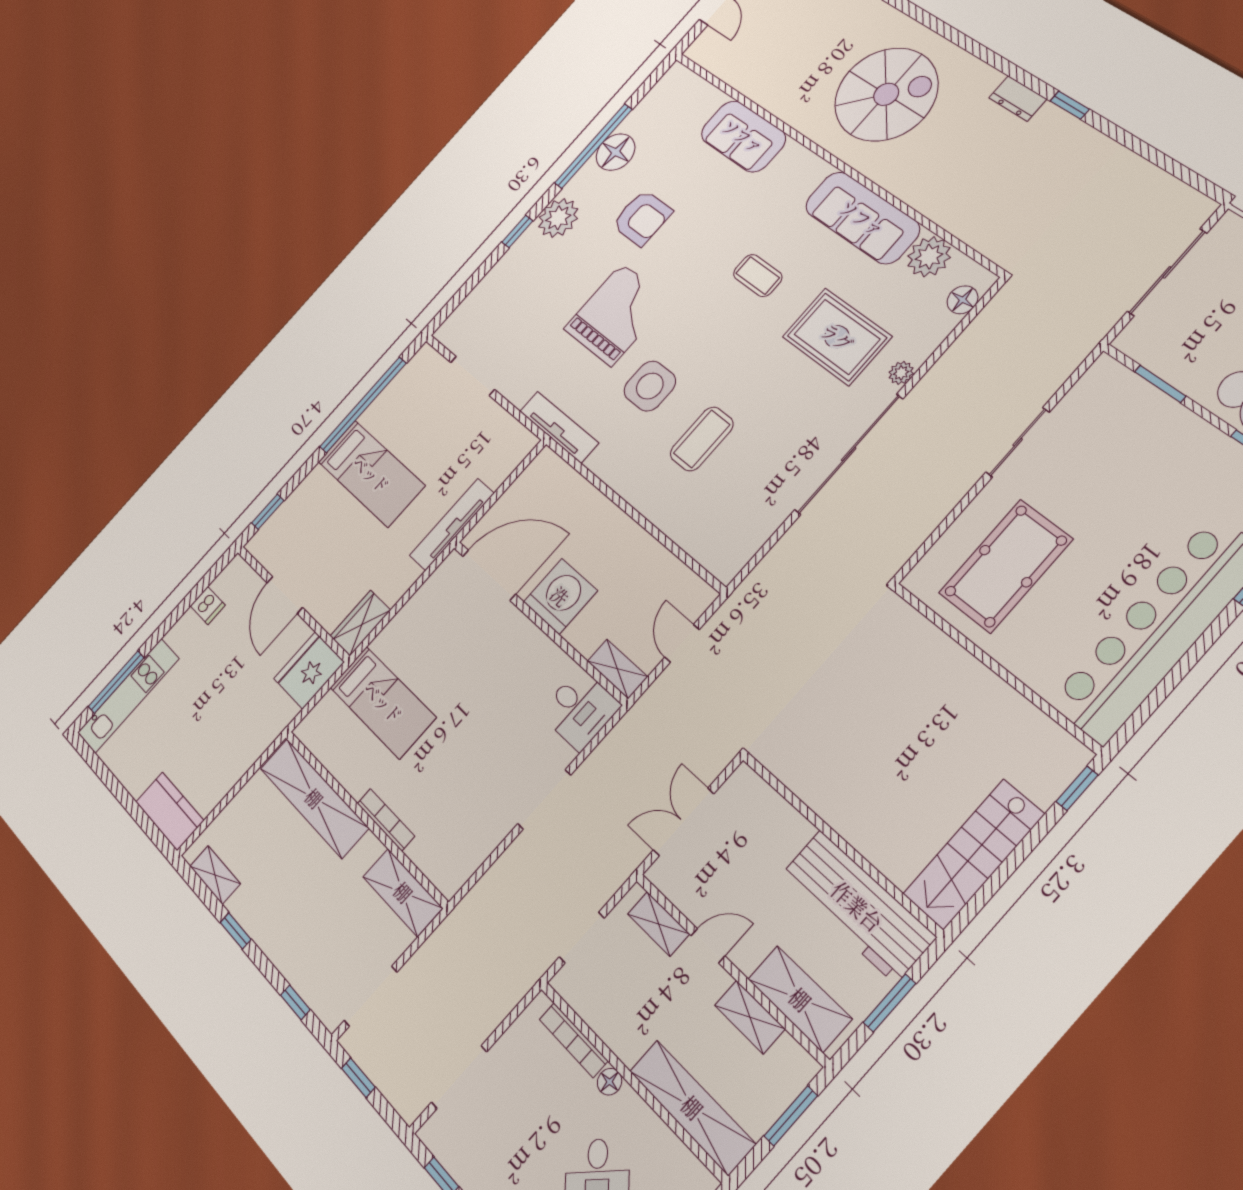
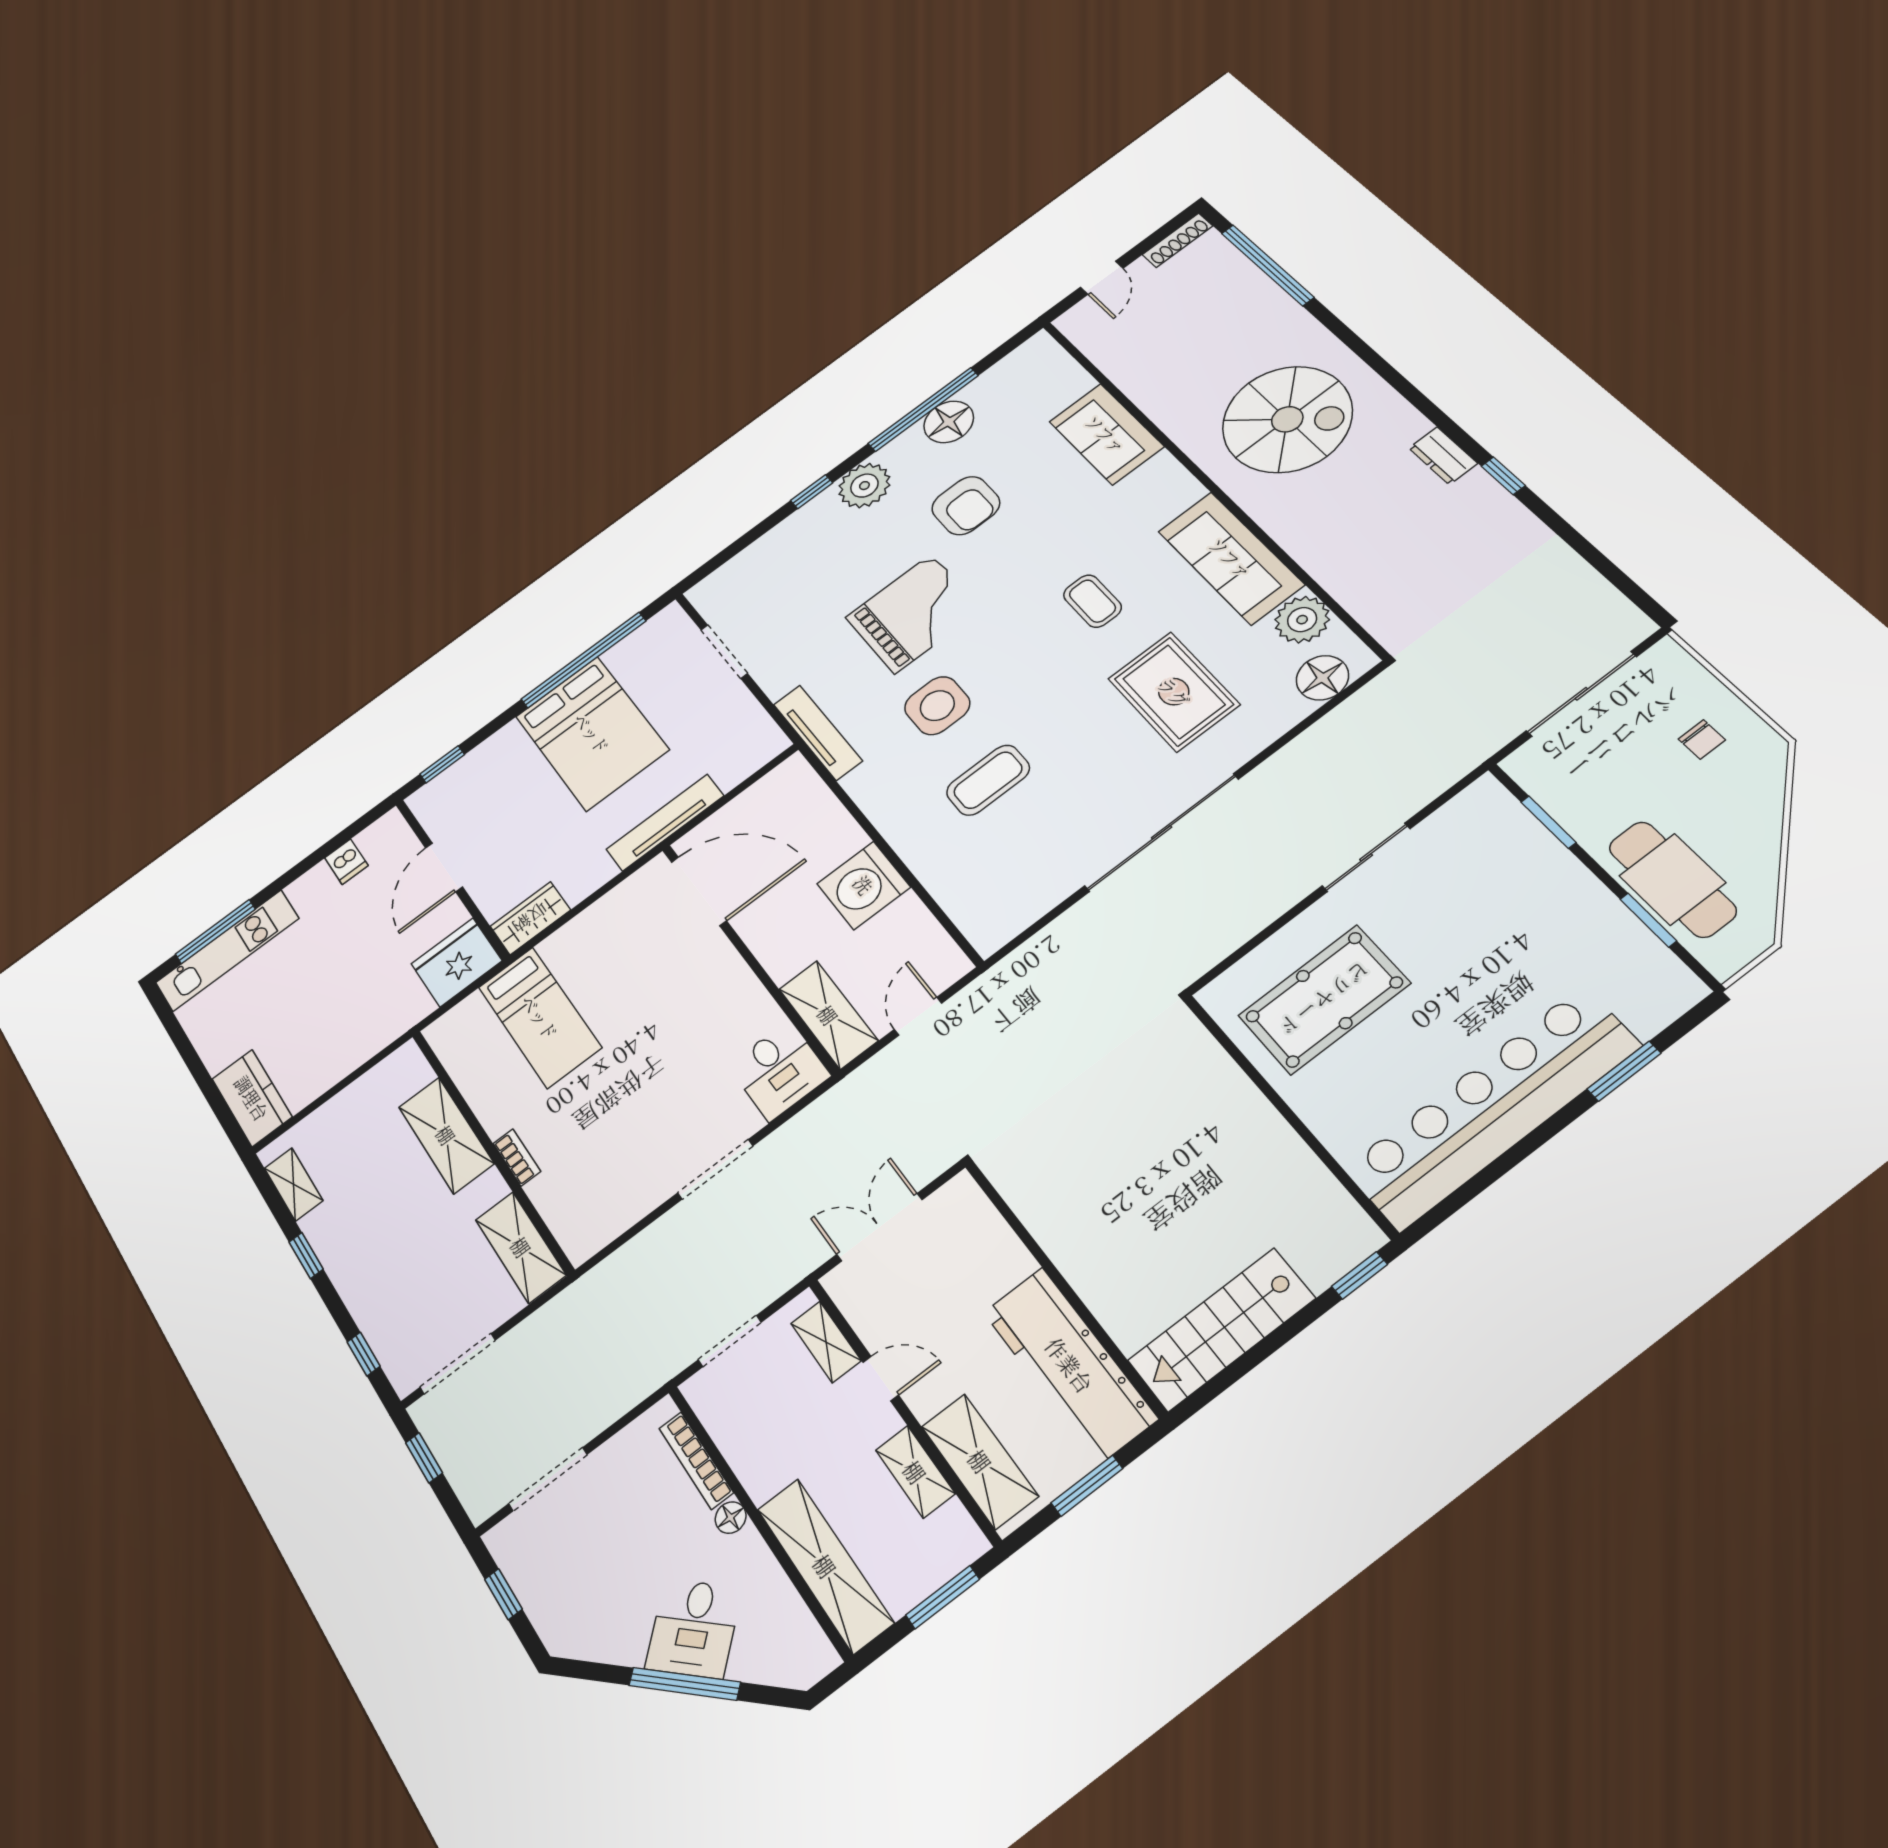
floor lamp: (963, 300) -> (1322, 678), width x1.38, depth x1.38
plant: (901, 373) -> (1243, 749), removed
bed: (371, 474) -> (592, 733), width x1.50
washing machine: (560, 596) -> (864, 885), moved, turned 180
shelving: (617, 669) -> (828, 1015), width x1.50, depth x1.33
shelving: (314, 798) -> (446, 1135), width x0.68
bookcase: (386, 820) -> (517, 1157), width x0.64

